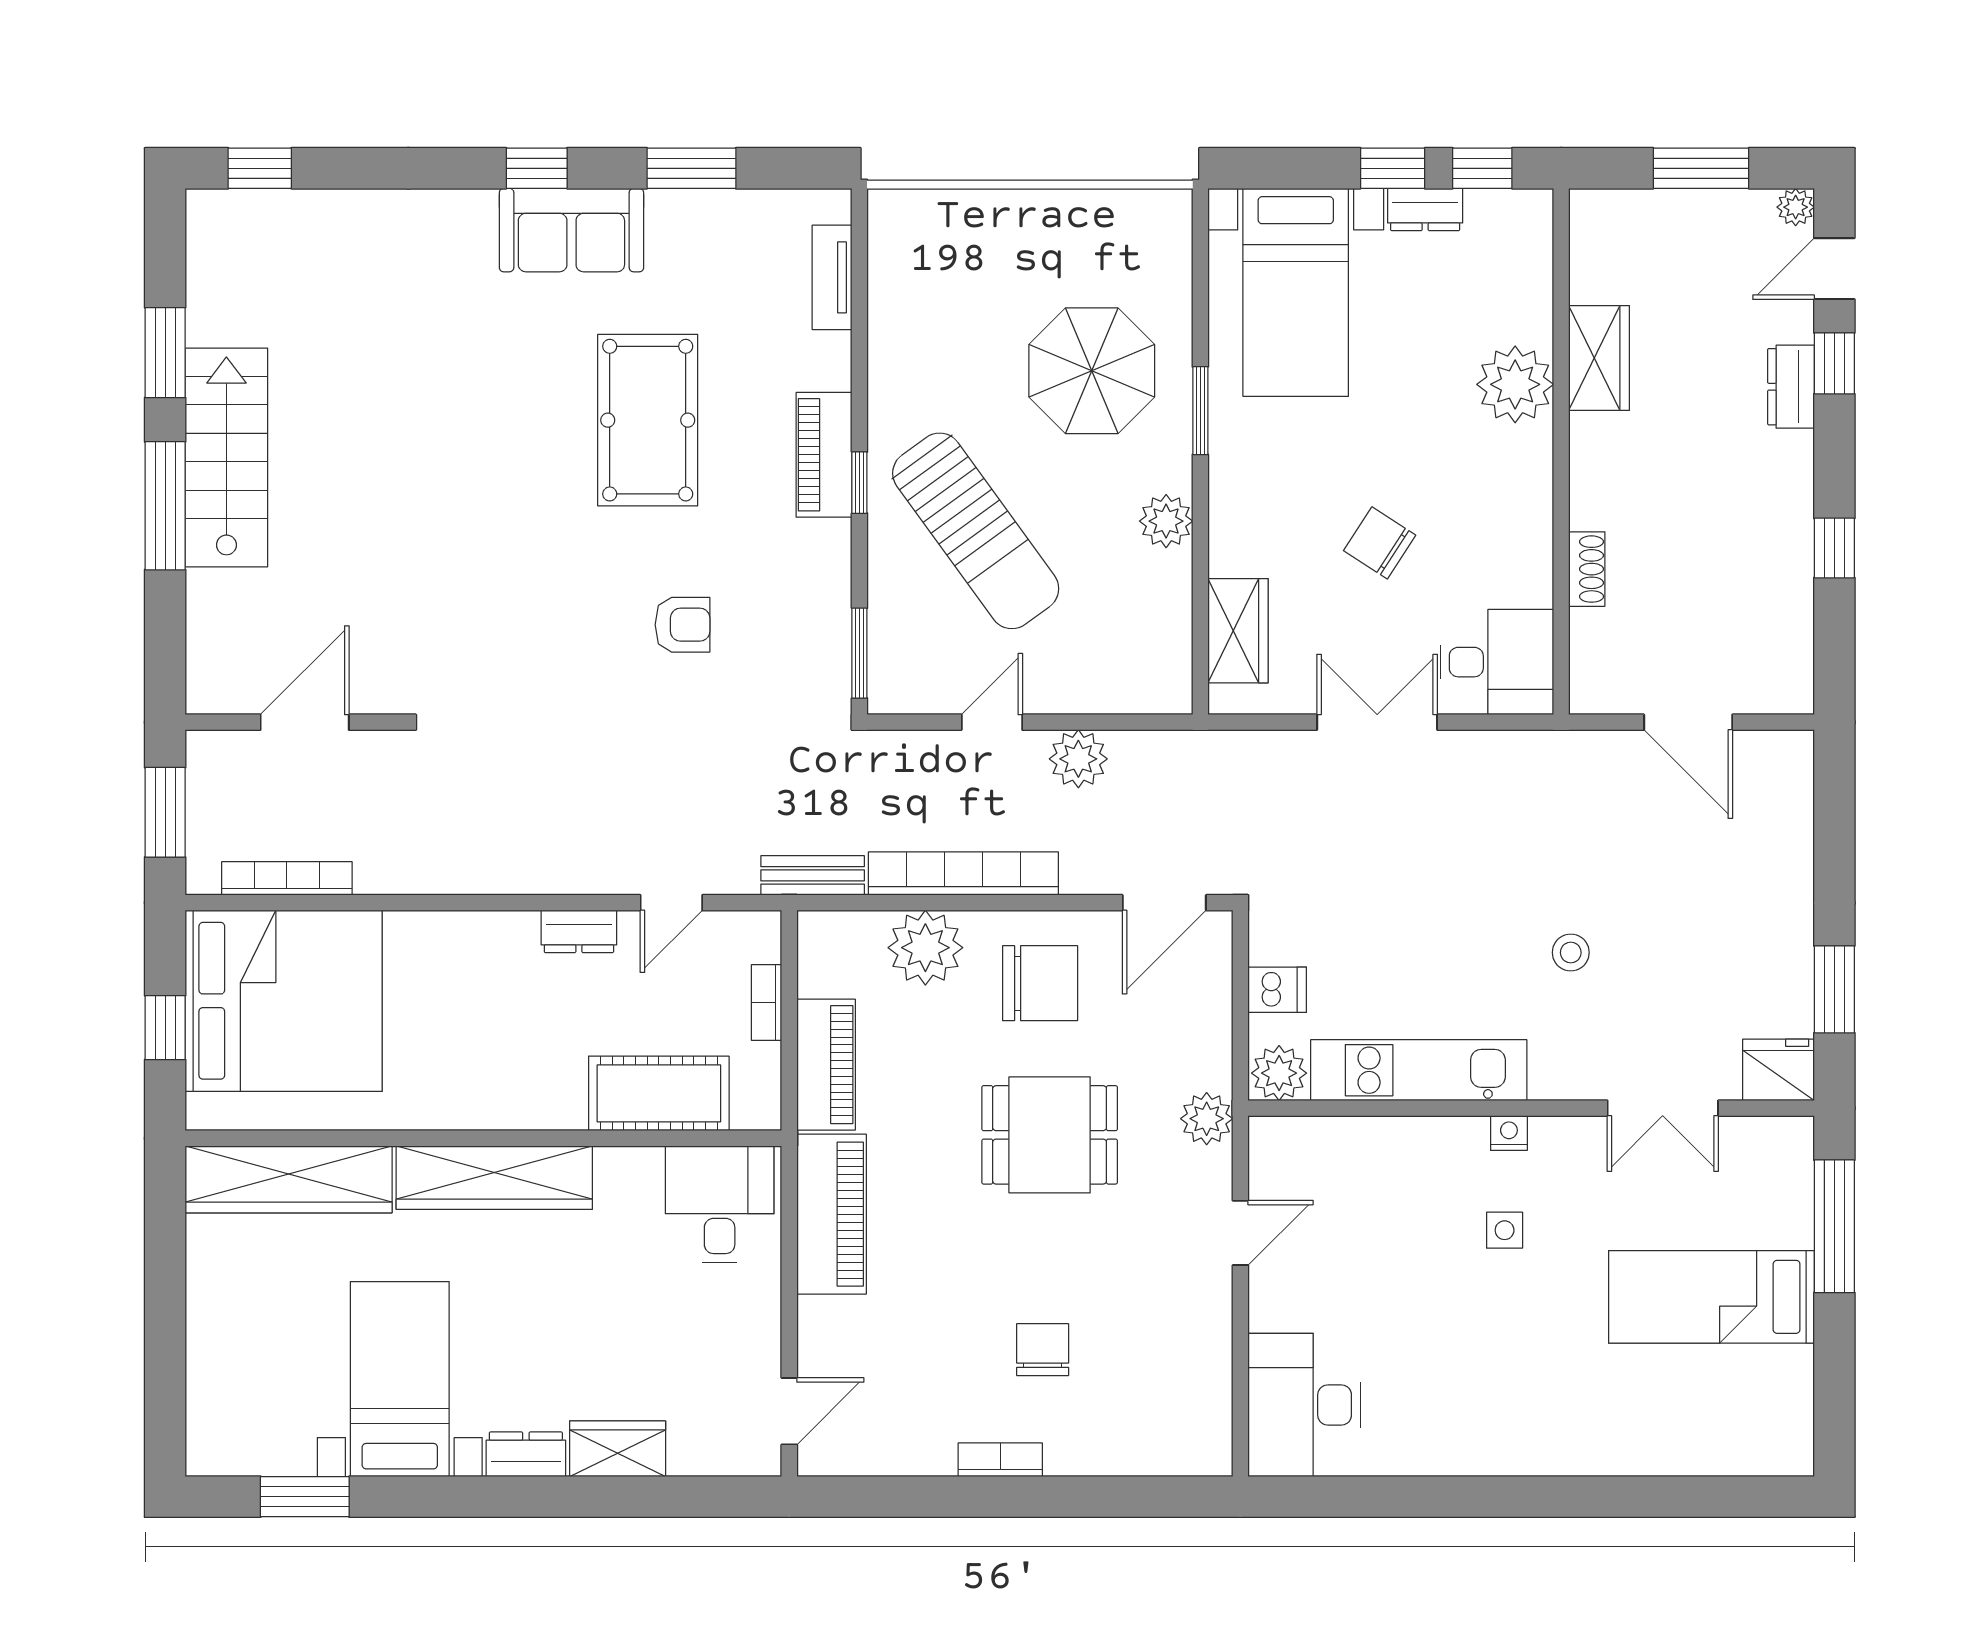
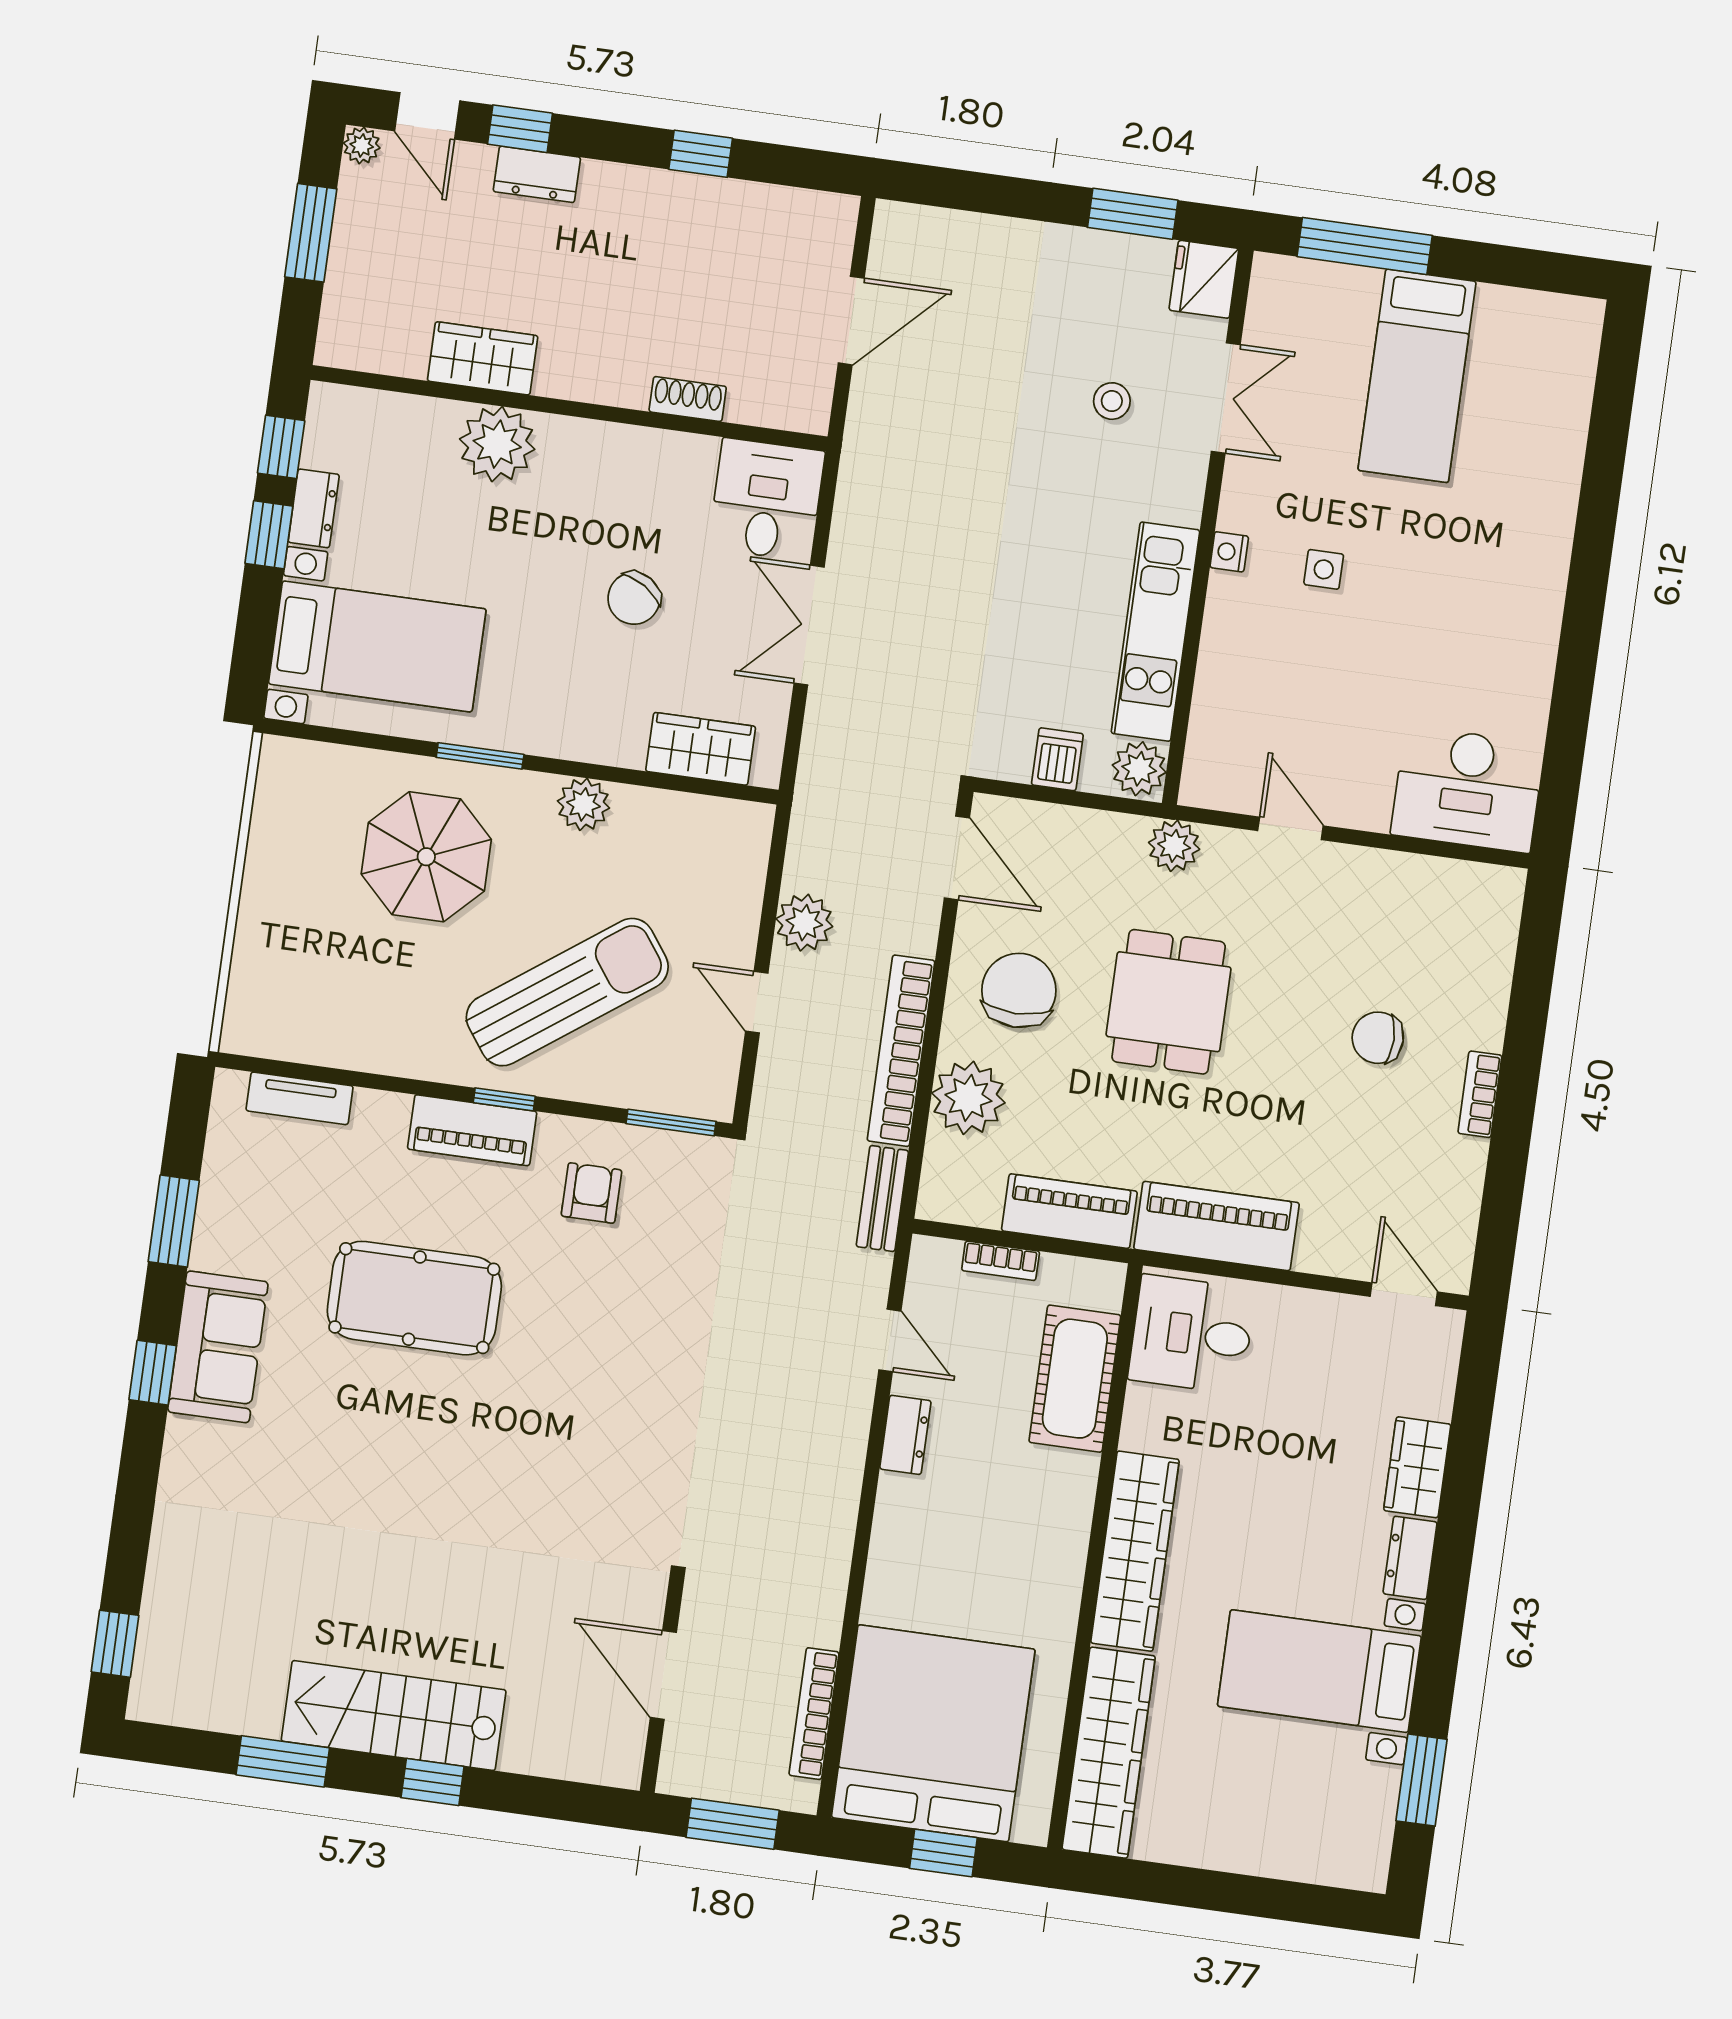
window: (165, 506) -> (433, 1782), width x0.46
armchair: (682, 625) -> (591, 1193), moved
stool: (1571, 953) -> (1112, 401), moved

